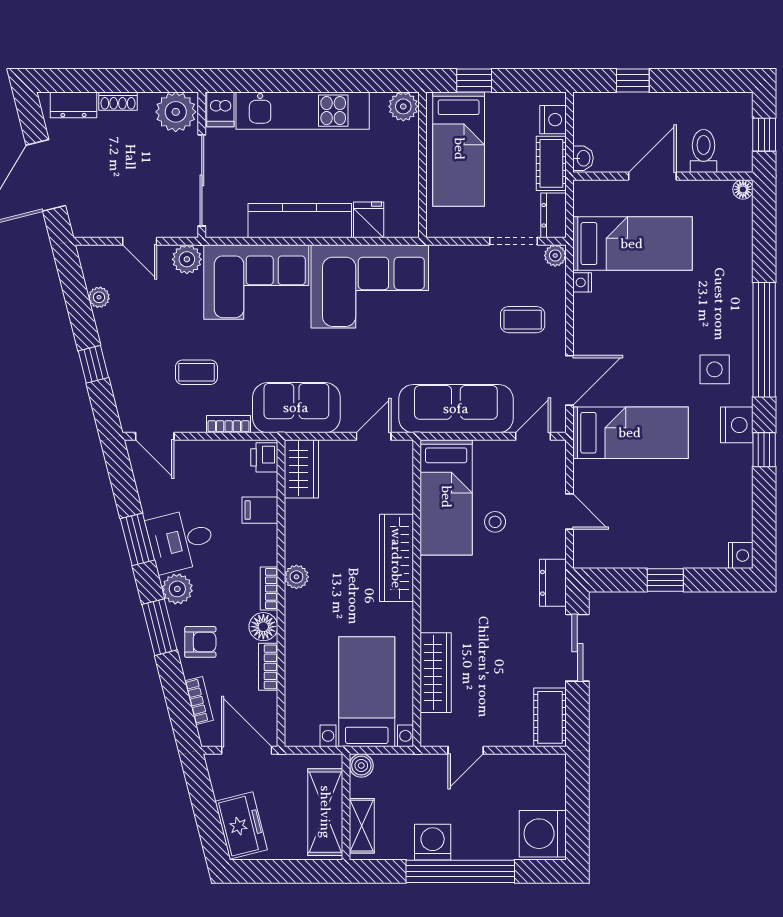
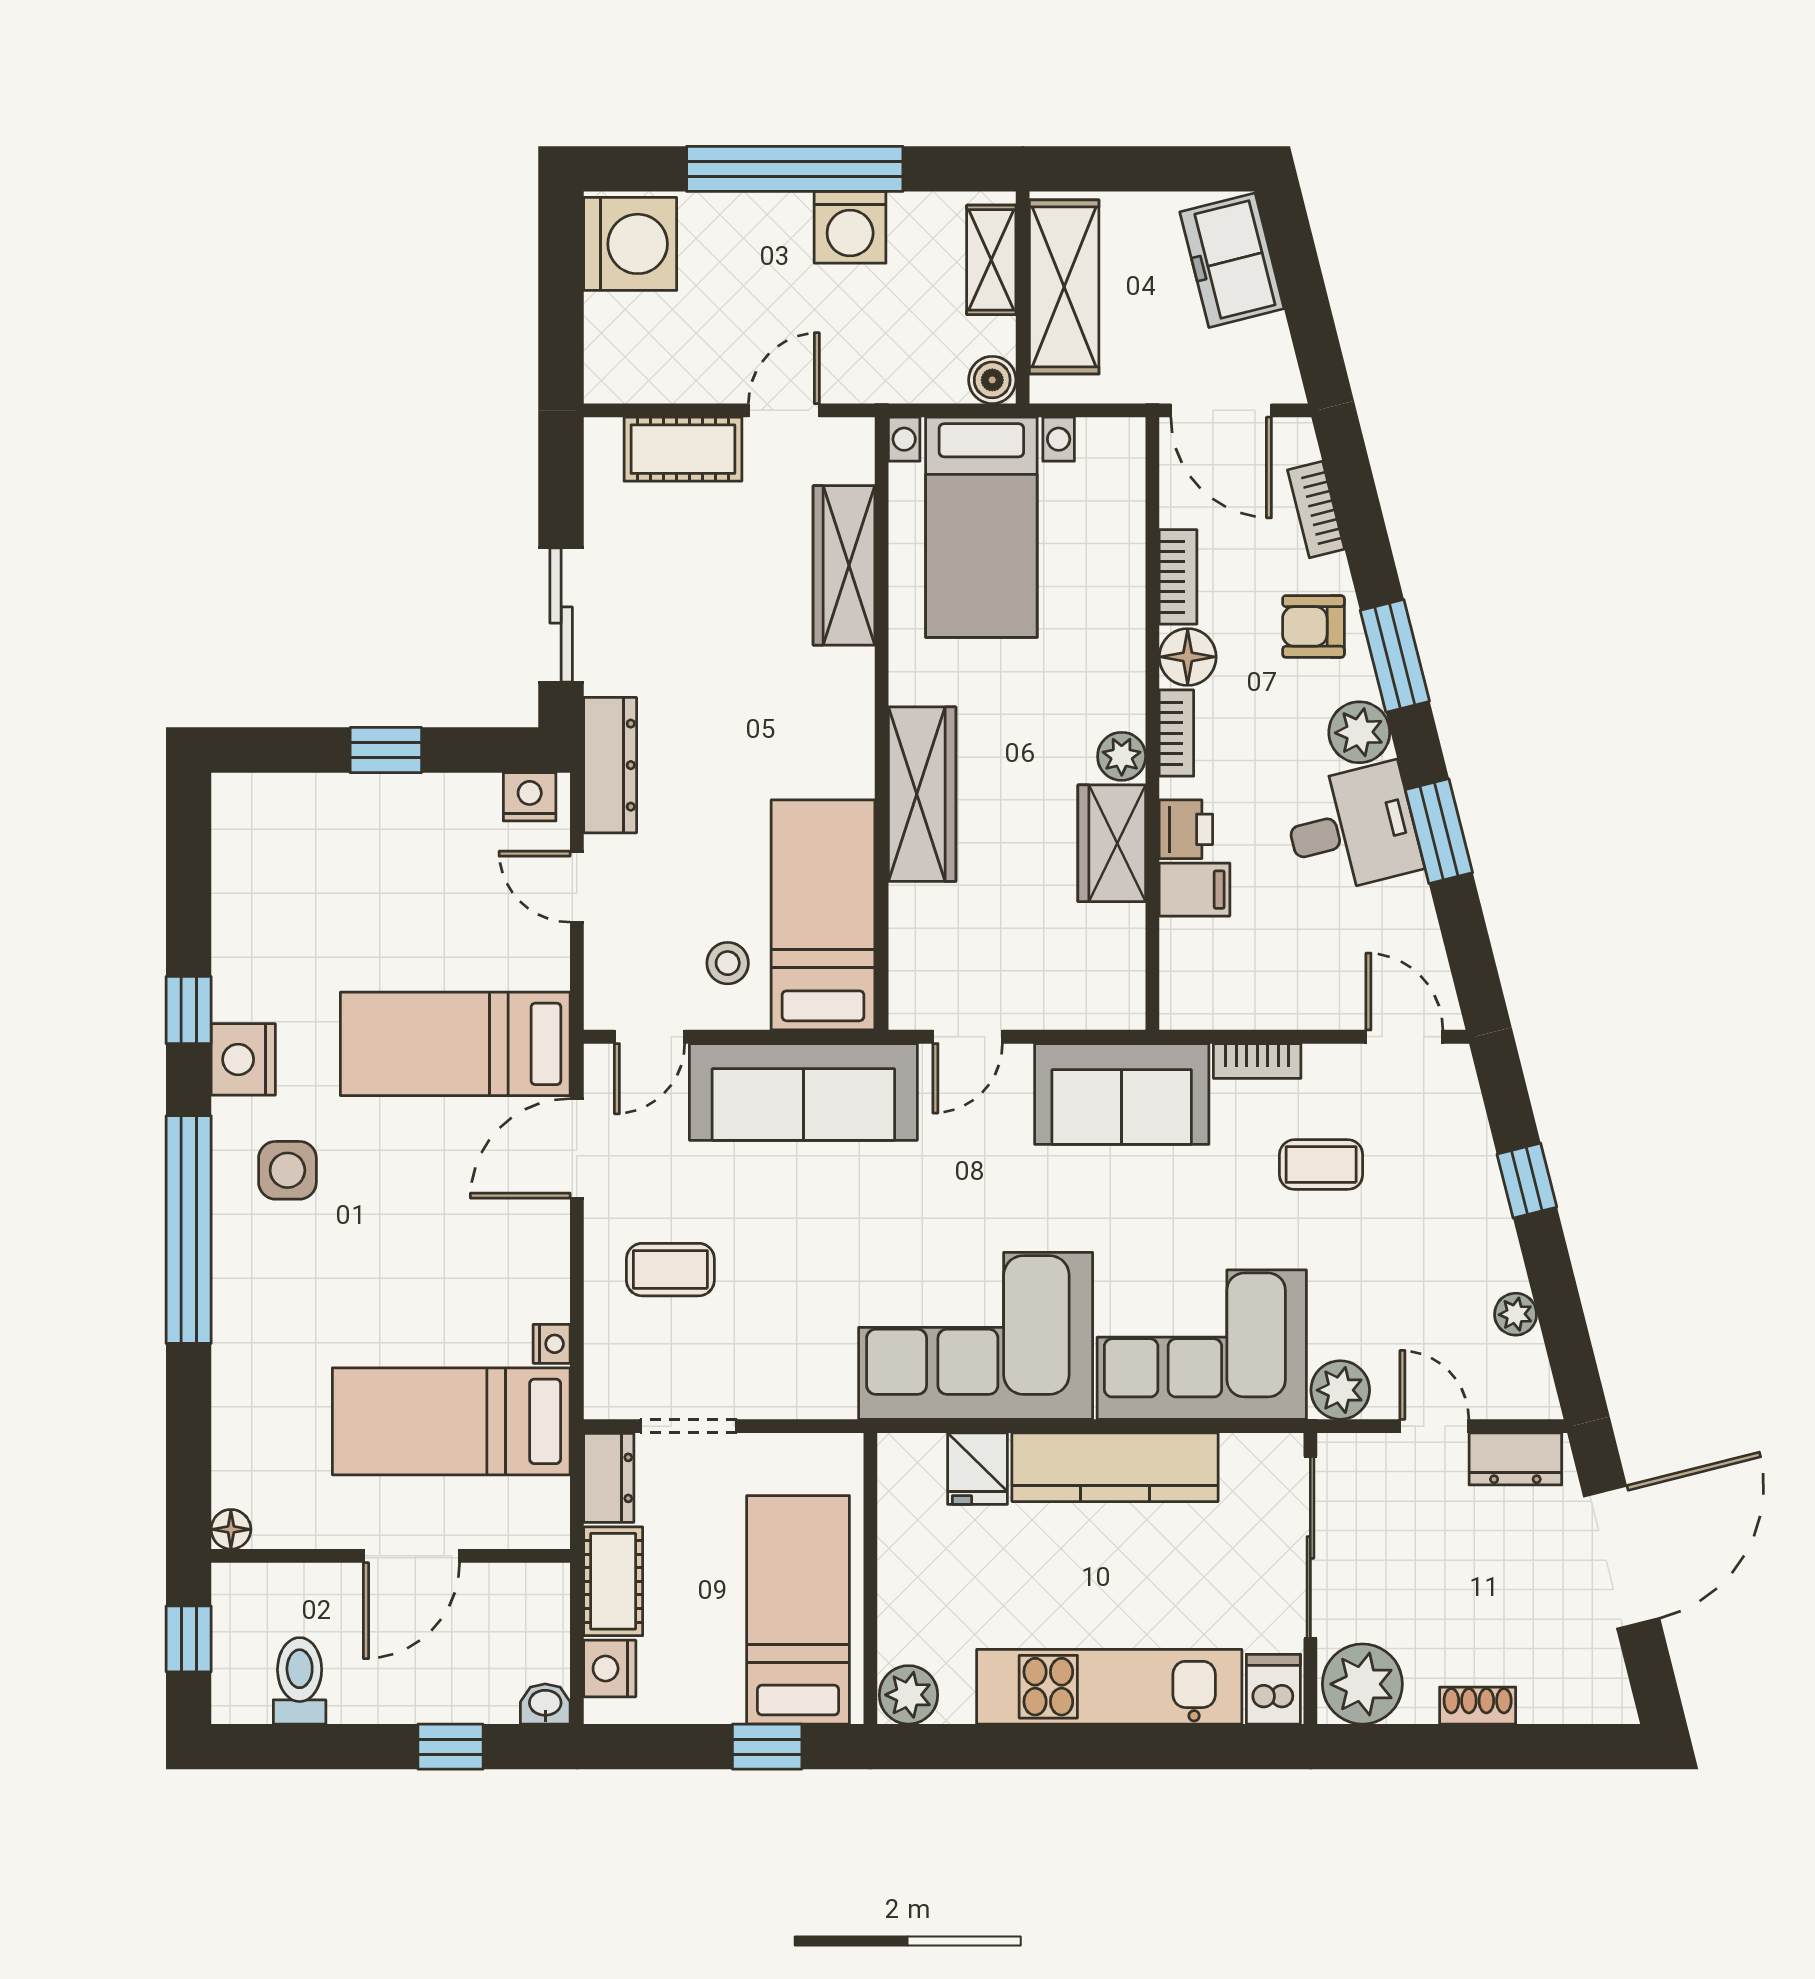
dresser: (73, 105) -> (1515, 1459), moved, turned 180
toilet: (704, 151) -> (300, 1681), moved, turned 180
washbasin: (583, 158) -> (545, 1704), moved, turned 90
plant: (555, 255) -> (605, 1398), removed
printer: (264, 457) -> (1186, 829), moved
wardrobe: (301, 469) -> (1112, 843), moved
stool: (495, 522) -> (728, 963), moved
nightstand: (741, 556) -> (530, 797), moved, turned 90
dresser: (553, 583) -> (610, 765), width x1.44
cot: (550, 717) -> (683, 449), moved, turned 90

